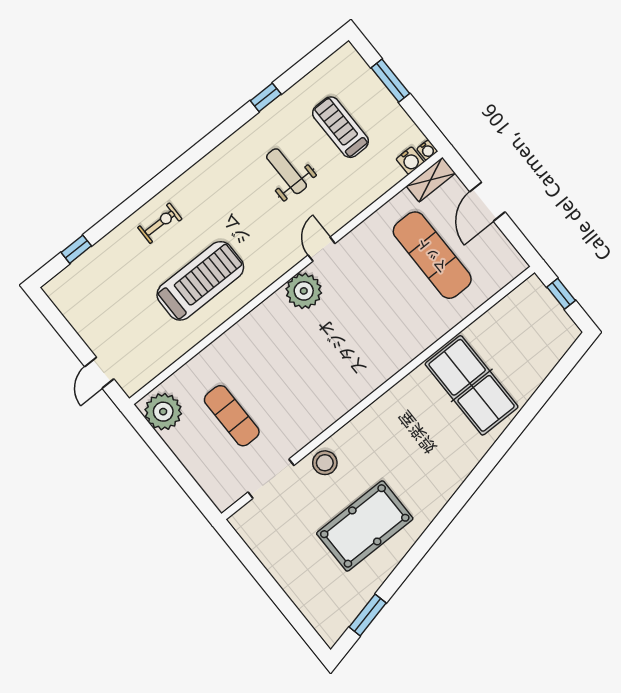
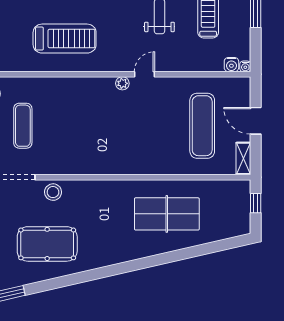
shelving: (431, 180) -> (243, 158), moved, turned 90
door: (487, 202) -> (256, 121), hinge flipped
plant: (304, 291) -> (122, 83), width x0.53, depth x0.53
table tennis table: (472, 385) -> (167, 214), turned 90

